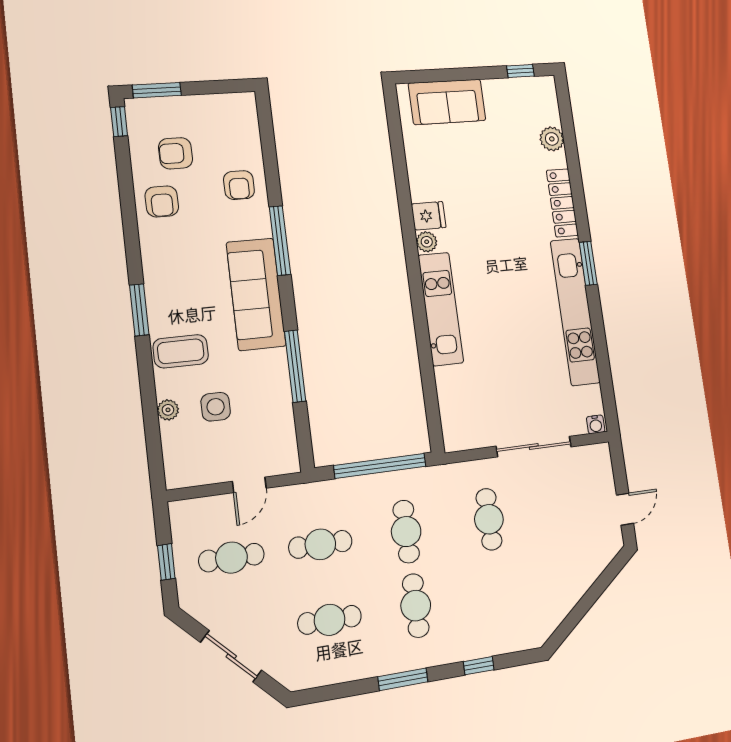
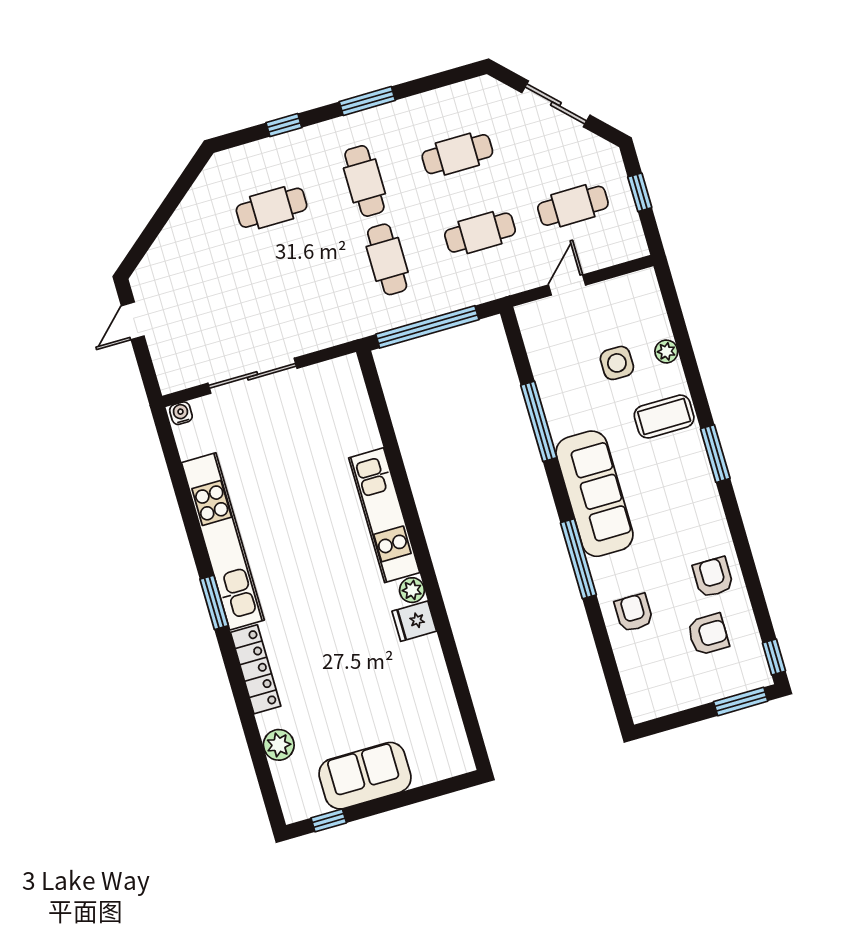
sofa: (447, 102) -> (365, 776), moved
cafe table: (489, 519) -> (272, 208), moved, turned 90

